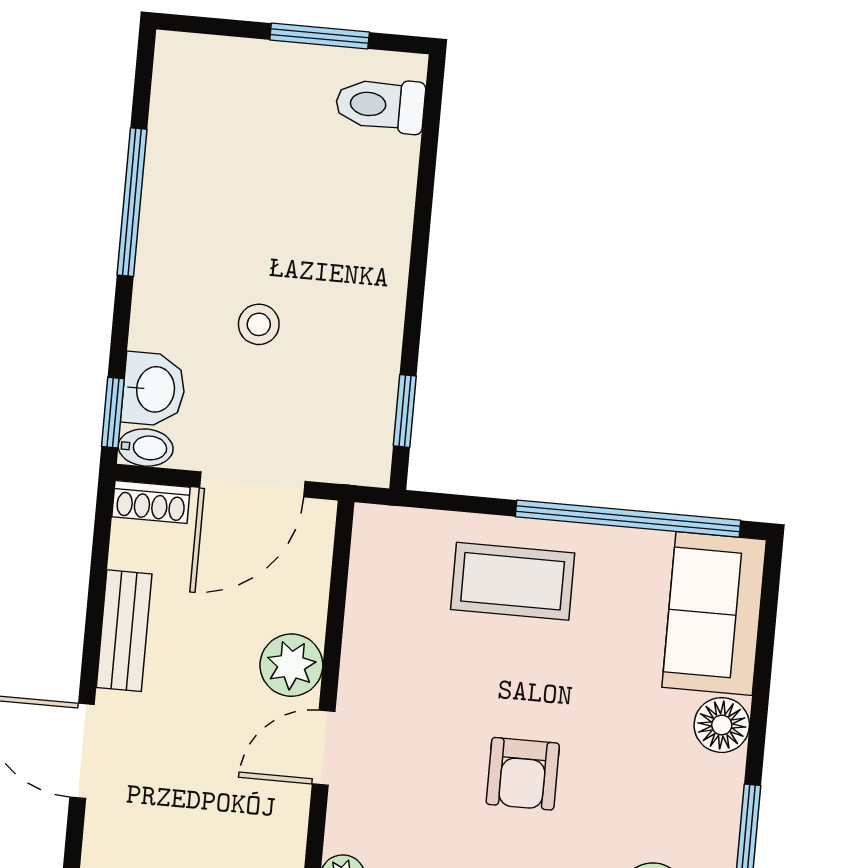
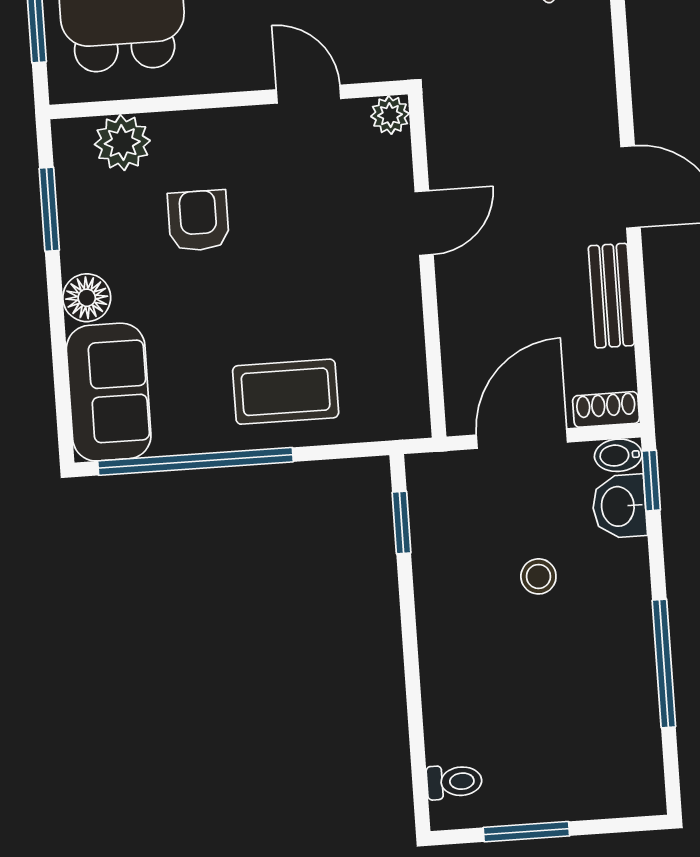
toilet: (380, 105) -> (454, 782), width x0.73, depth x0.72
plant: (291, 665) -> (463, 289), removed
armchair: (523, 774) -> (198, 221), moved

